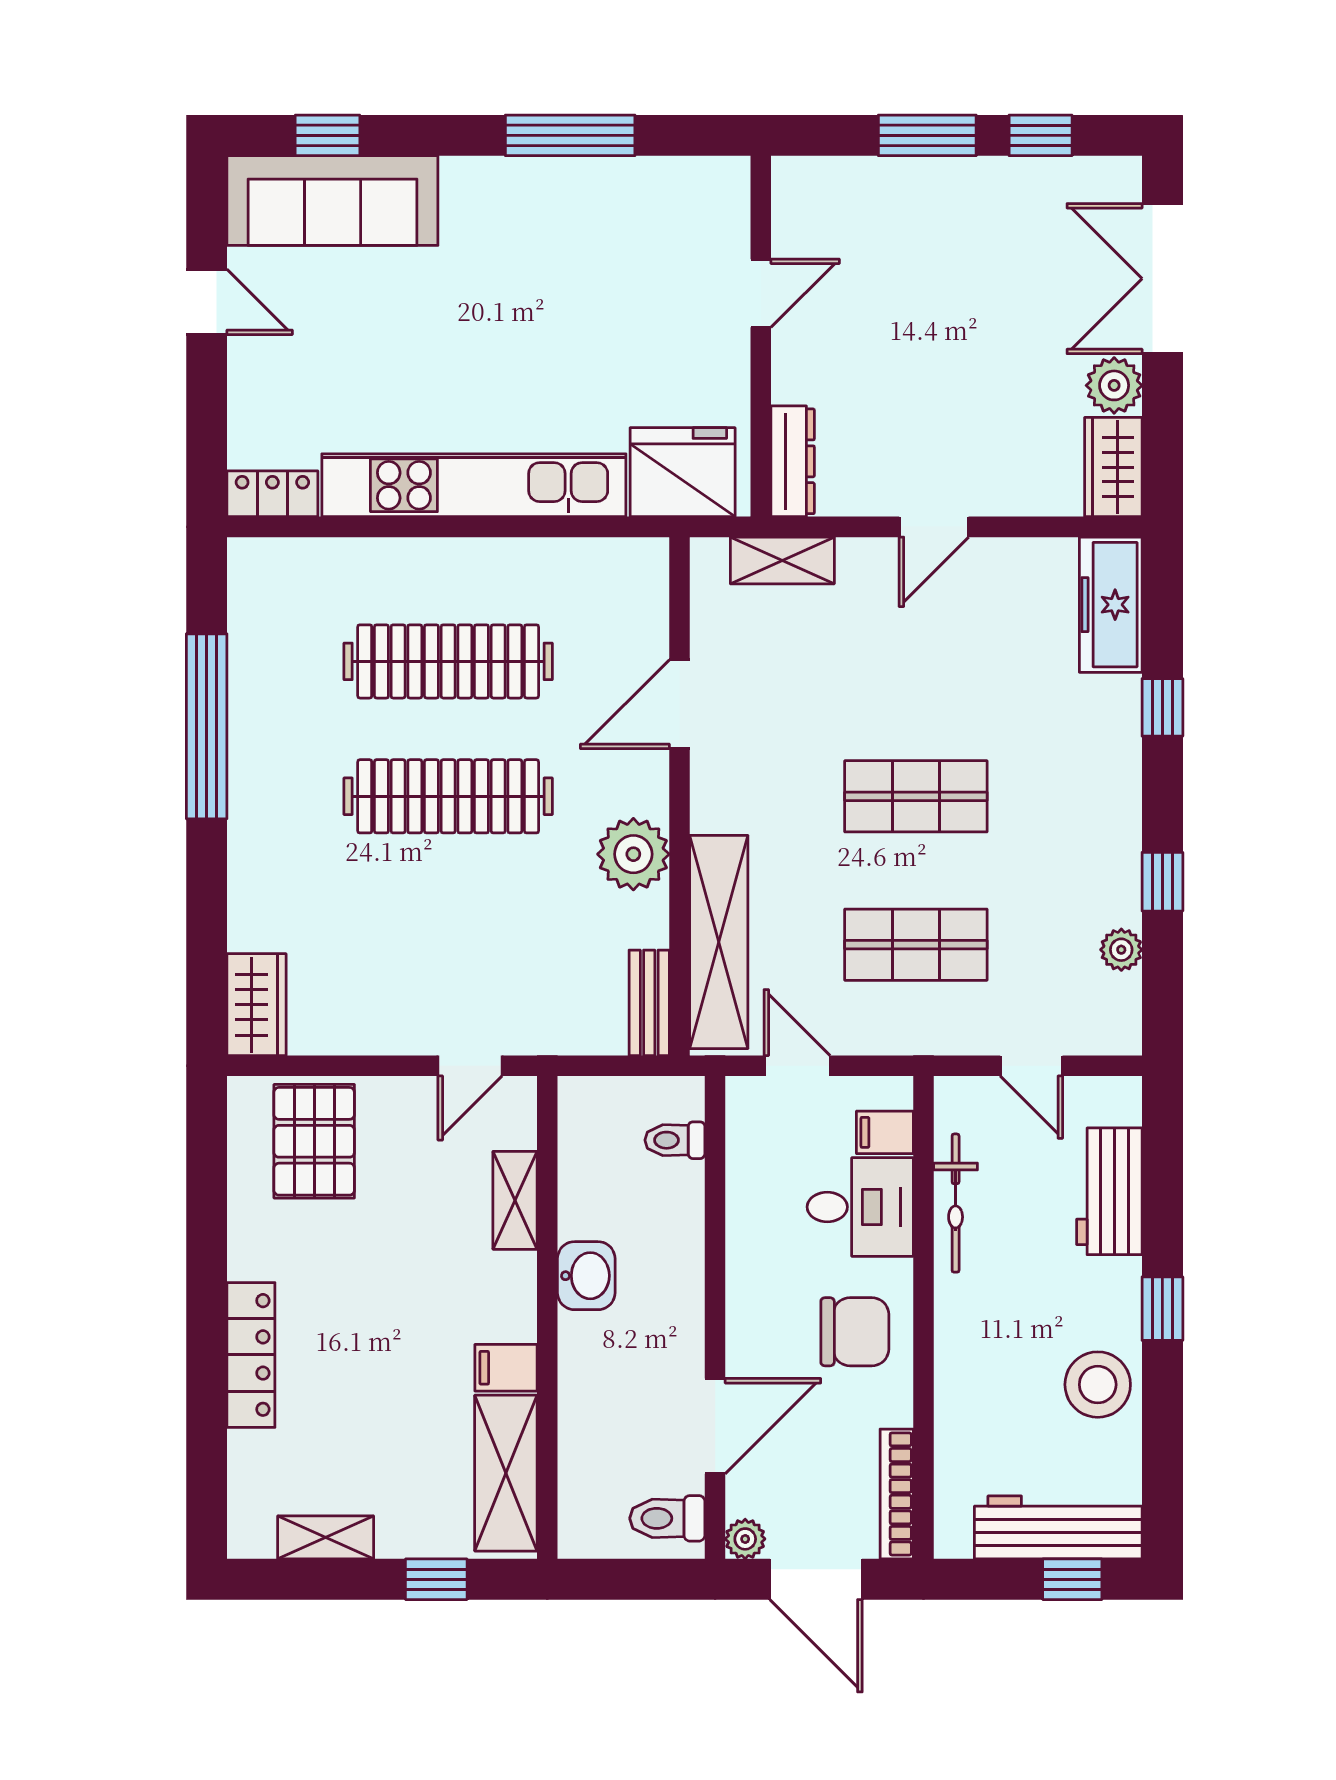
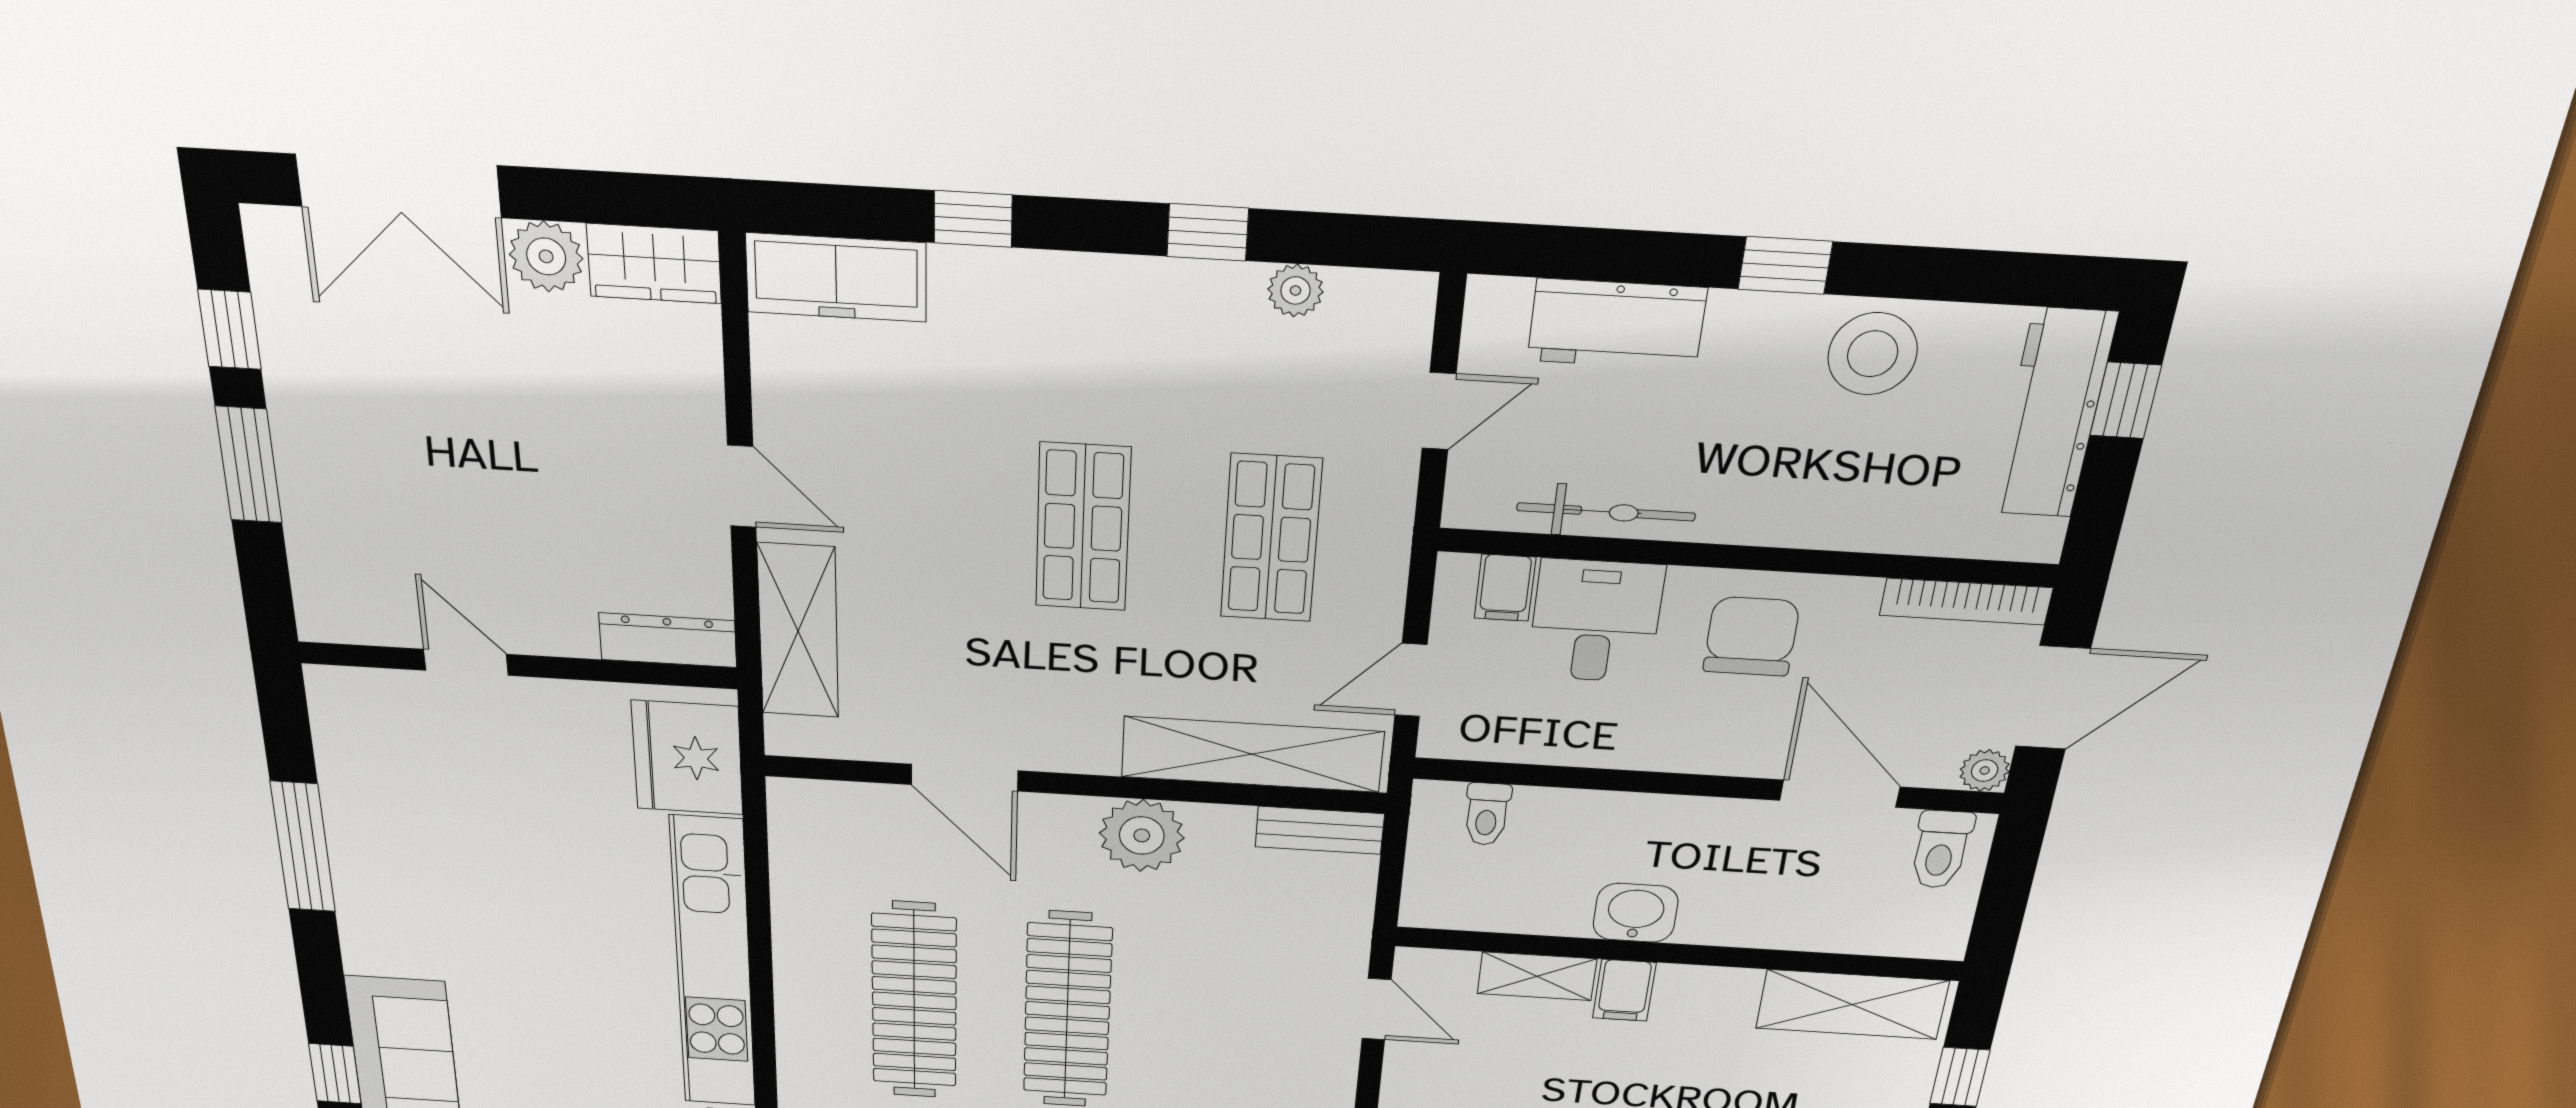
shelving: (782, 560) -> (798, 631), width x1.50, depth x1.33
filing cabinet: (506, 1368) -> (1624, 990), moved

